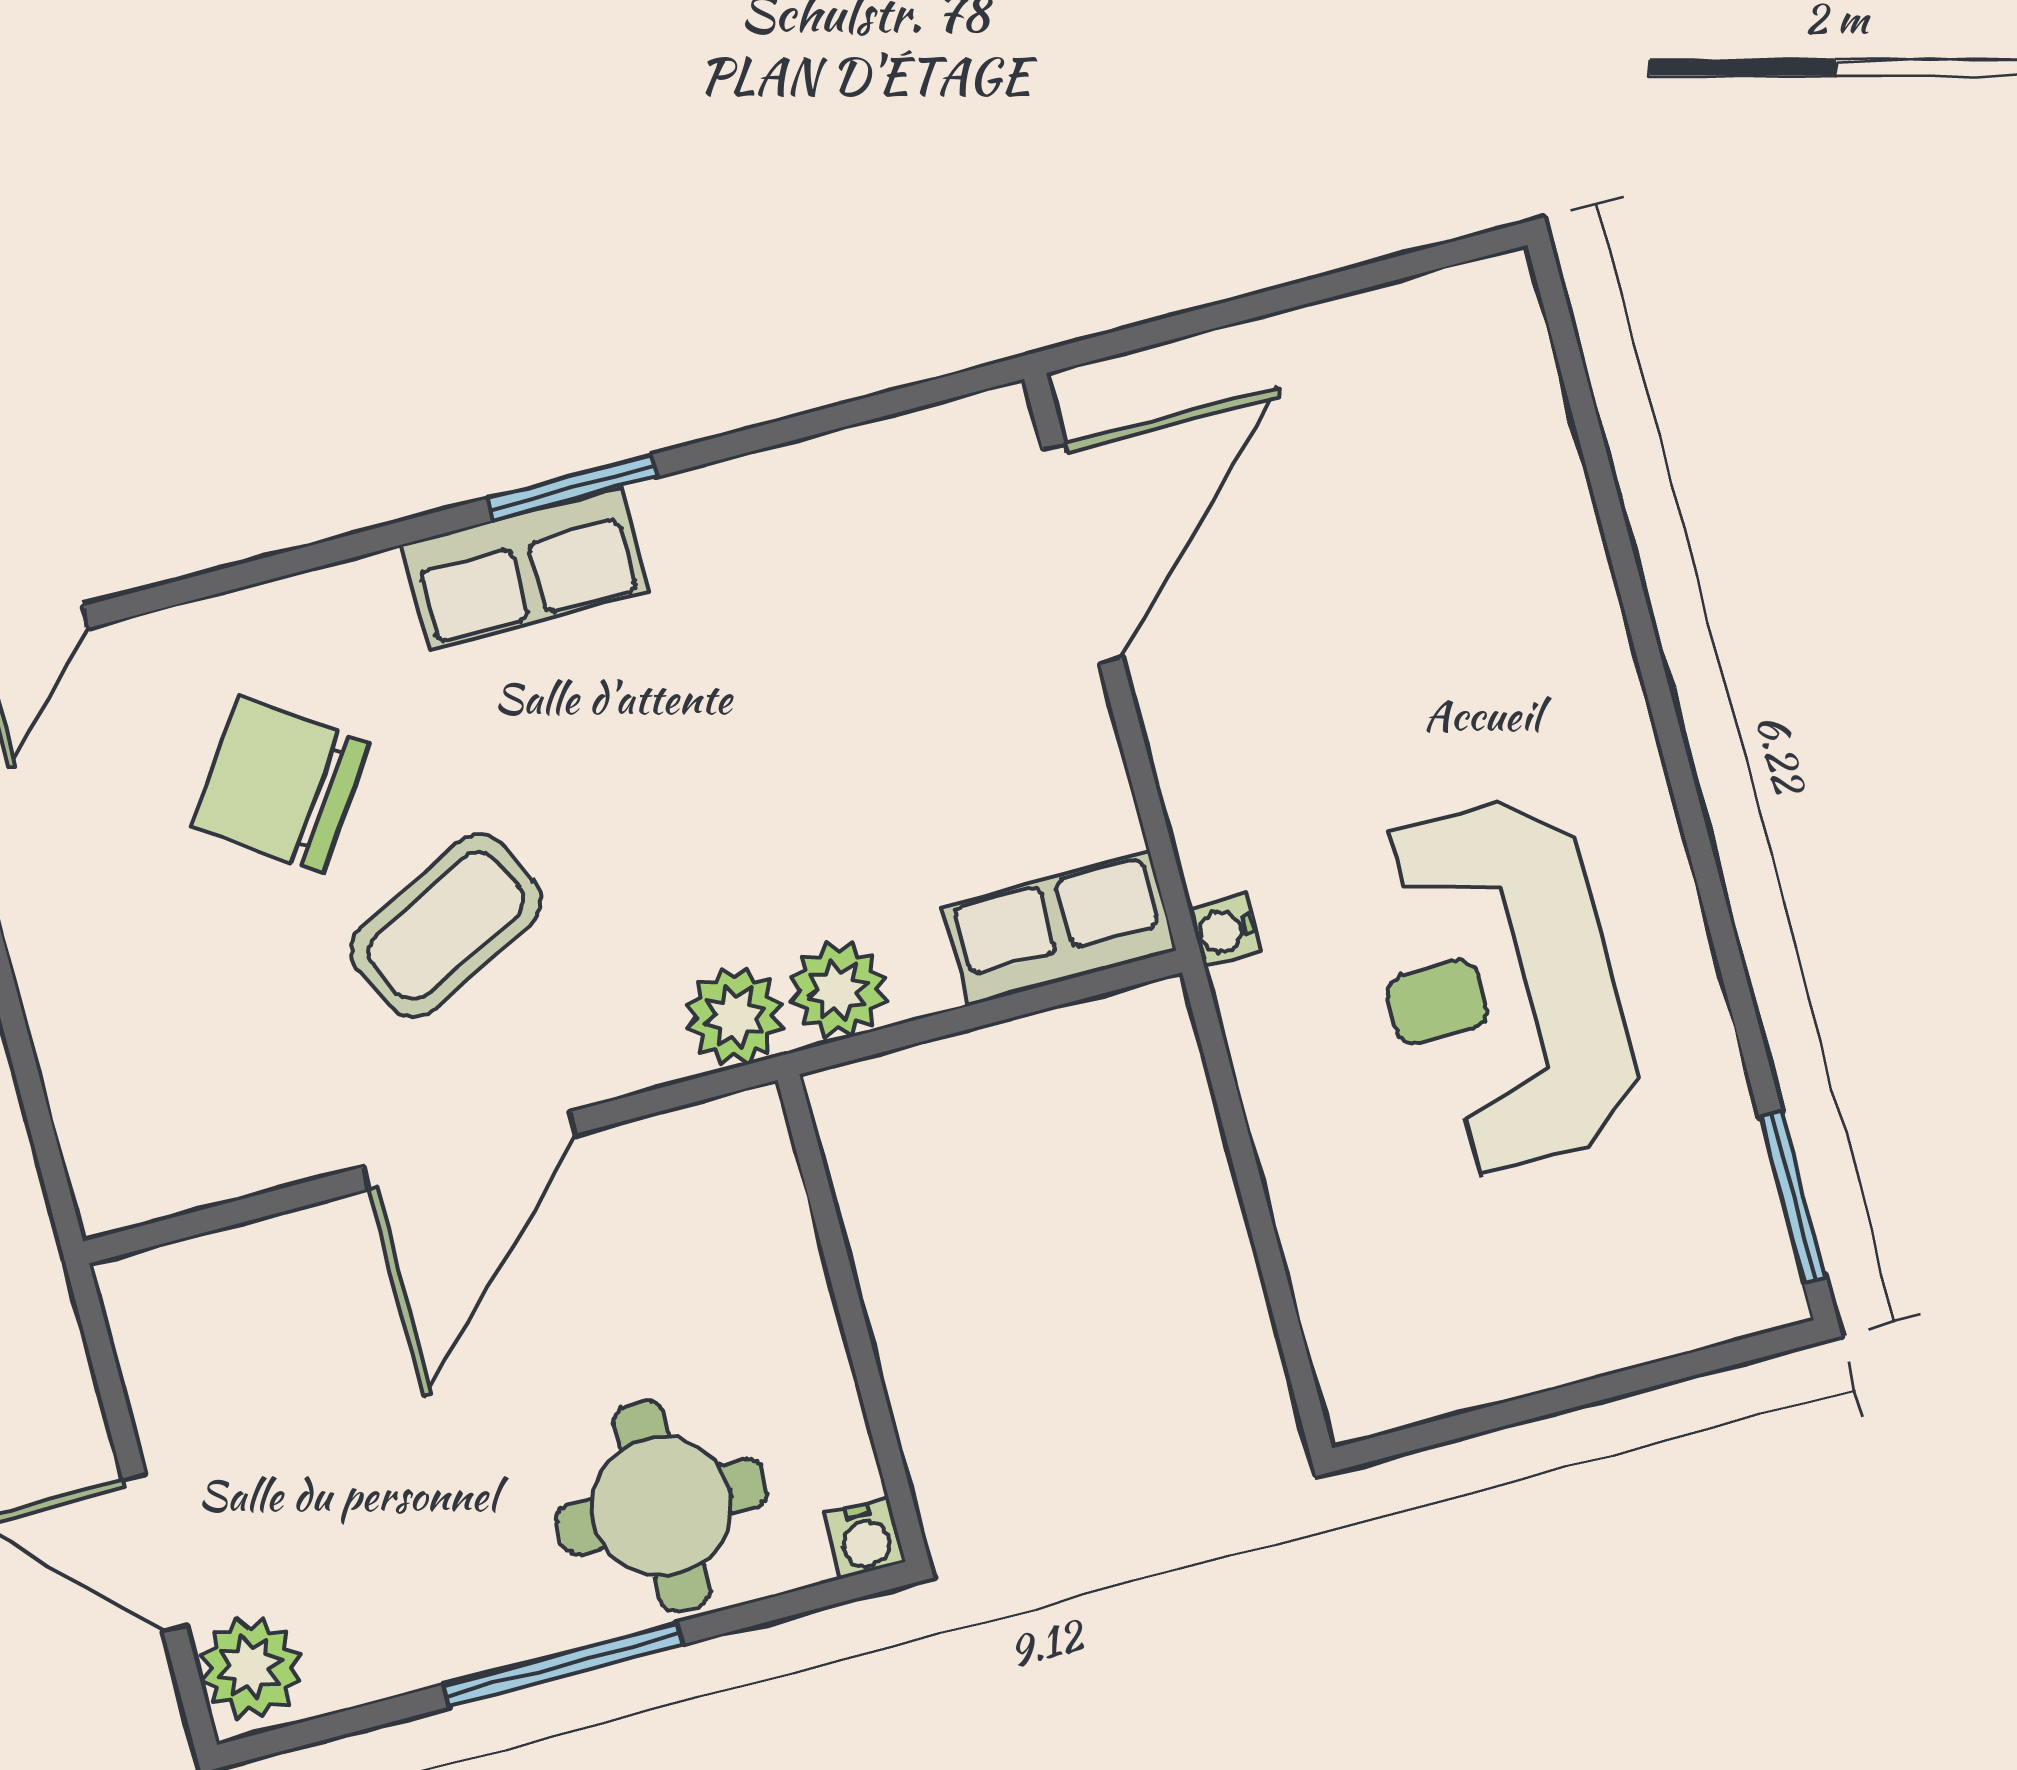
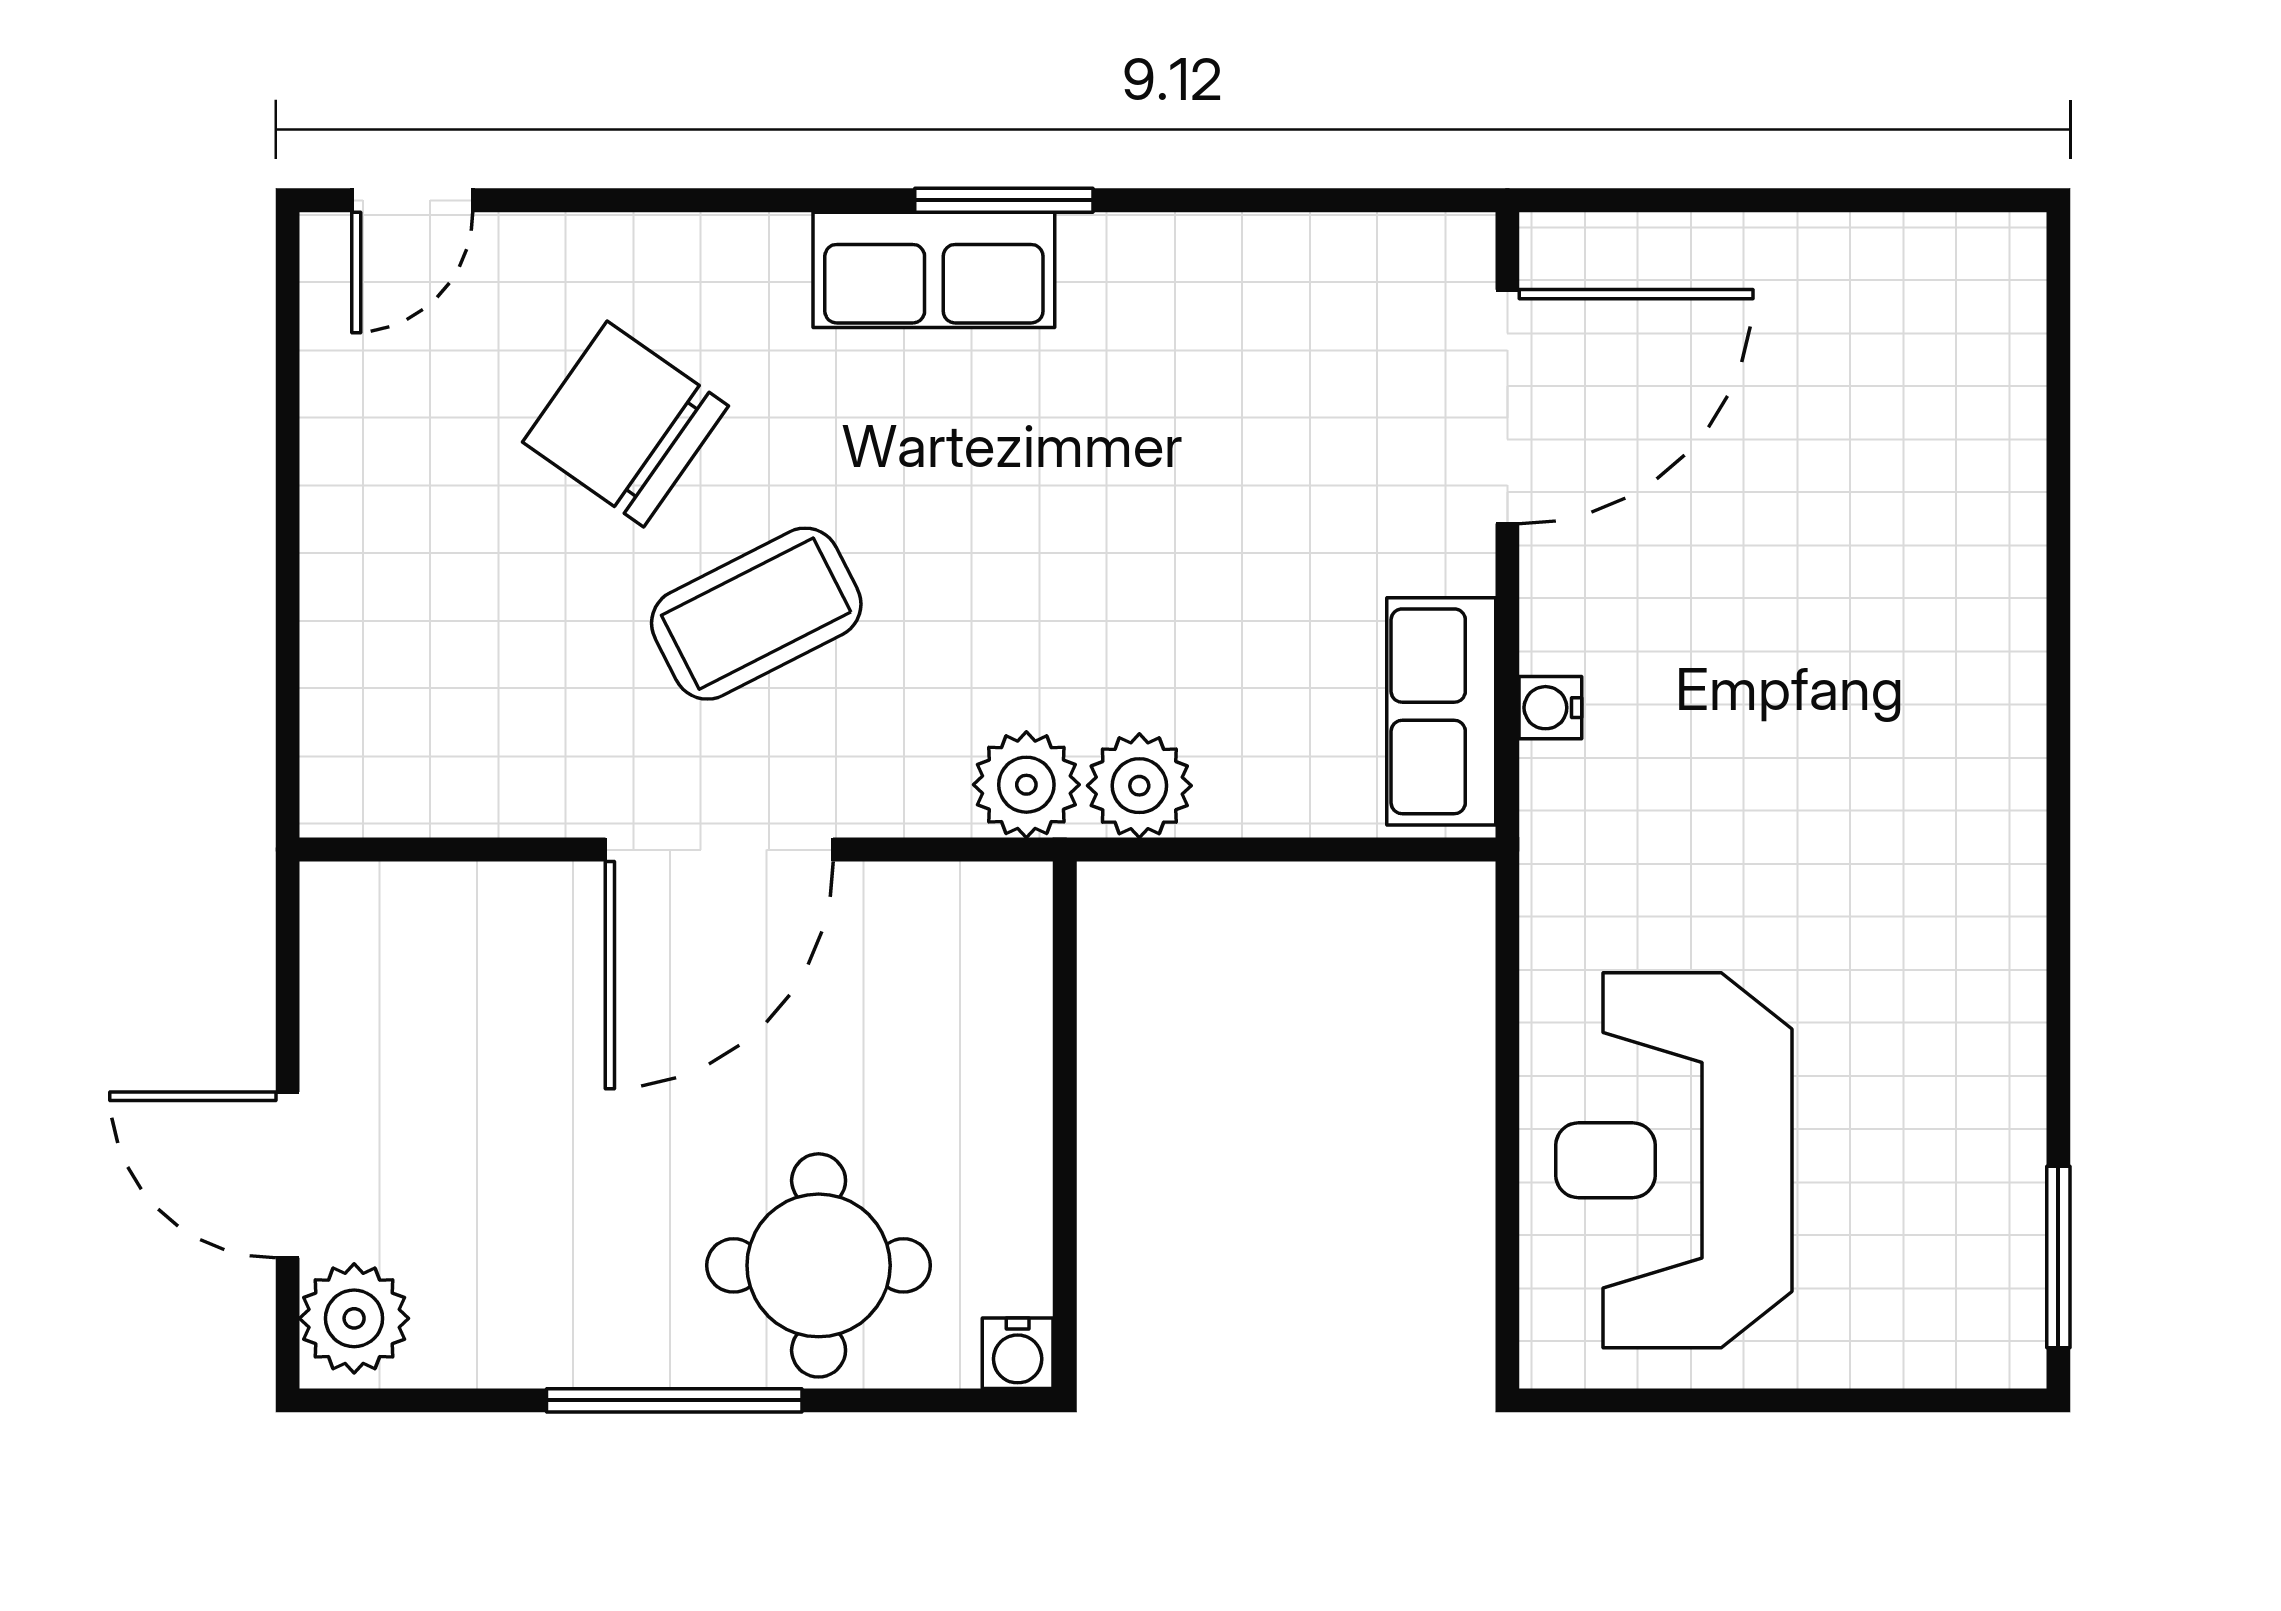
row of seats: (1059, 929) -> (1441, 711), moved, turned -90
water cooler: (1225, 930) -> (1550, 708), moved
reception desk: (1500, 985) -> (1674, 1160), moved

